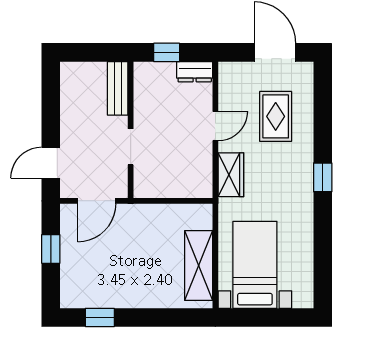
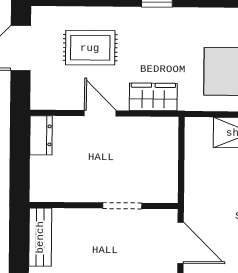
window: (167, 52) -> (20, 166), removed
bench: (118, 88) -> (40, 237), moved, turned 90

